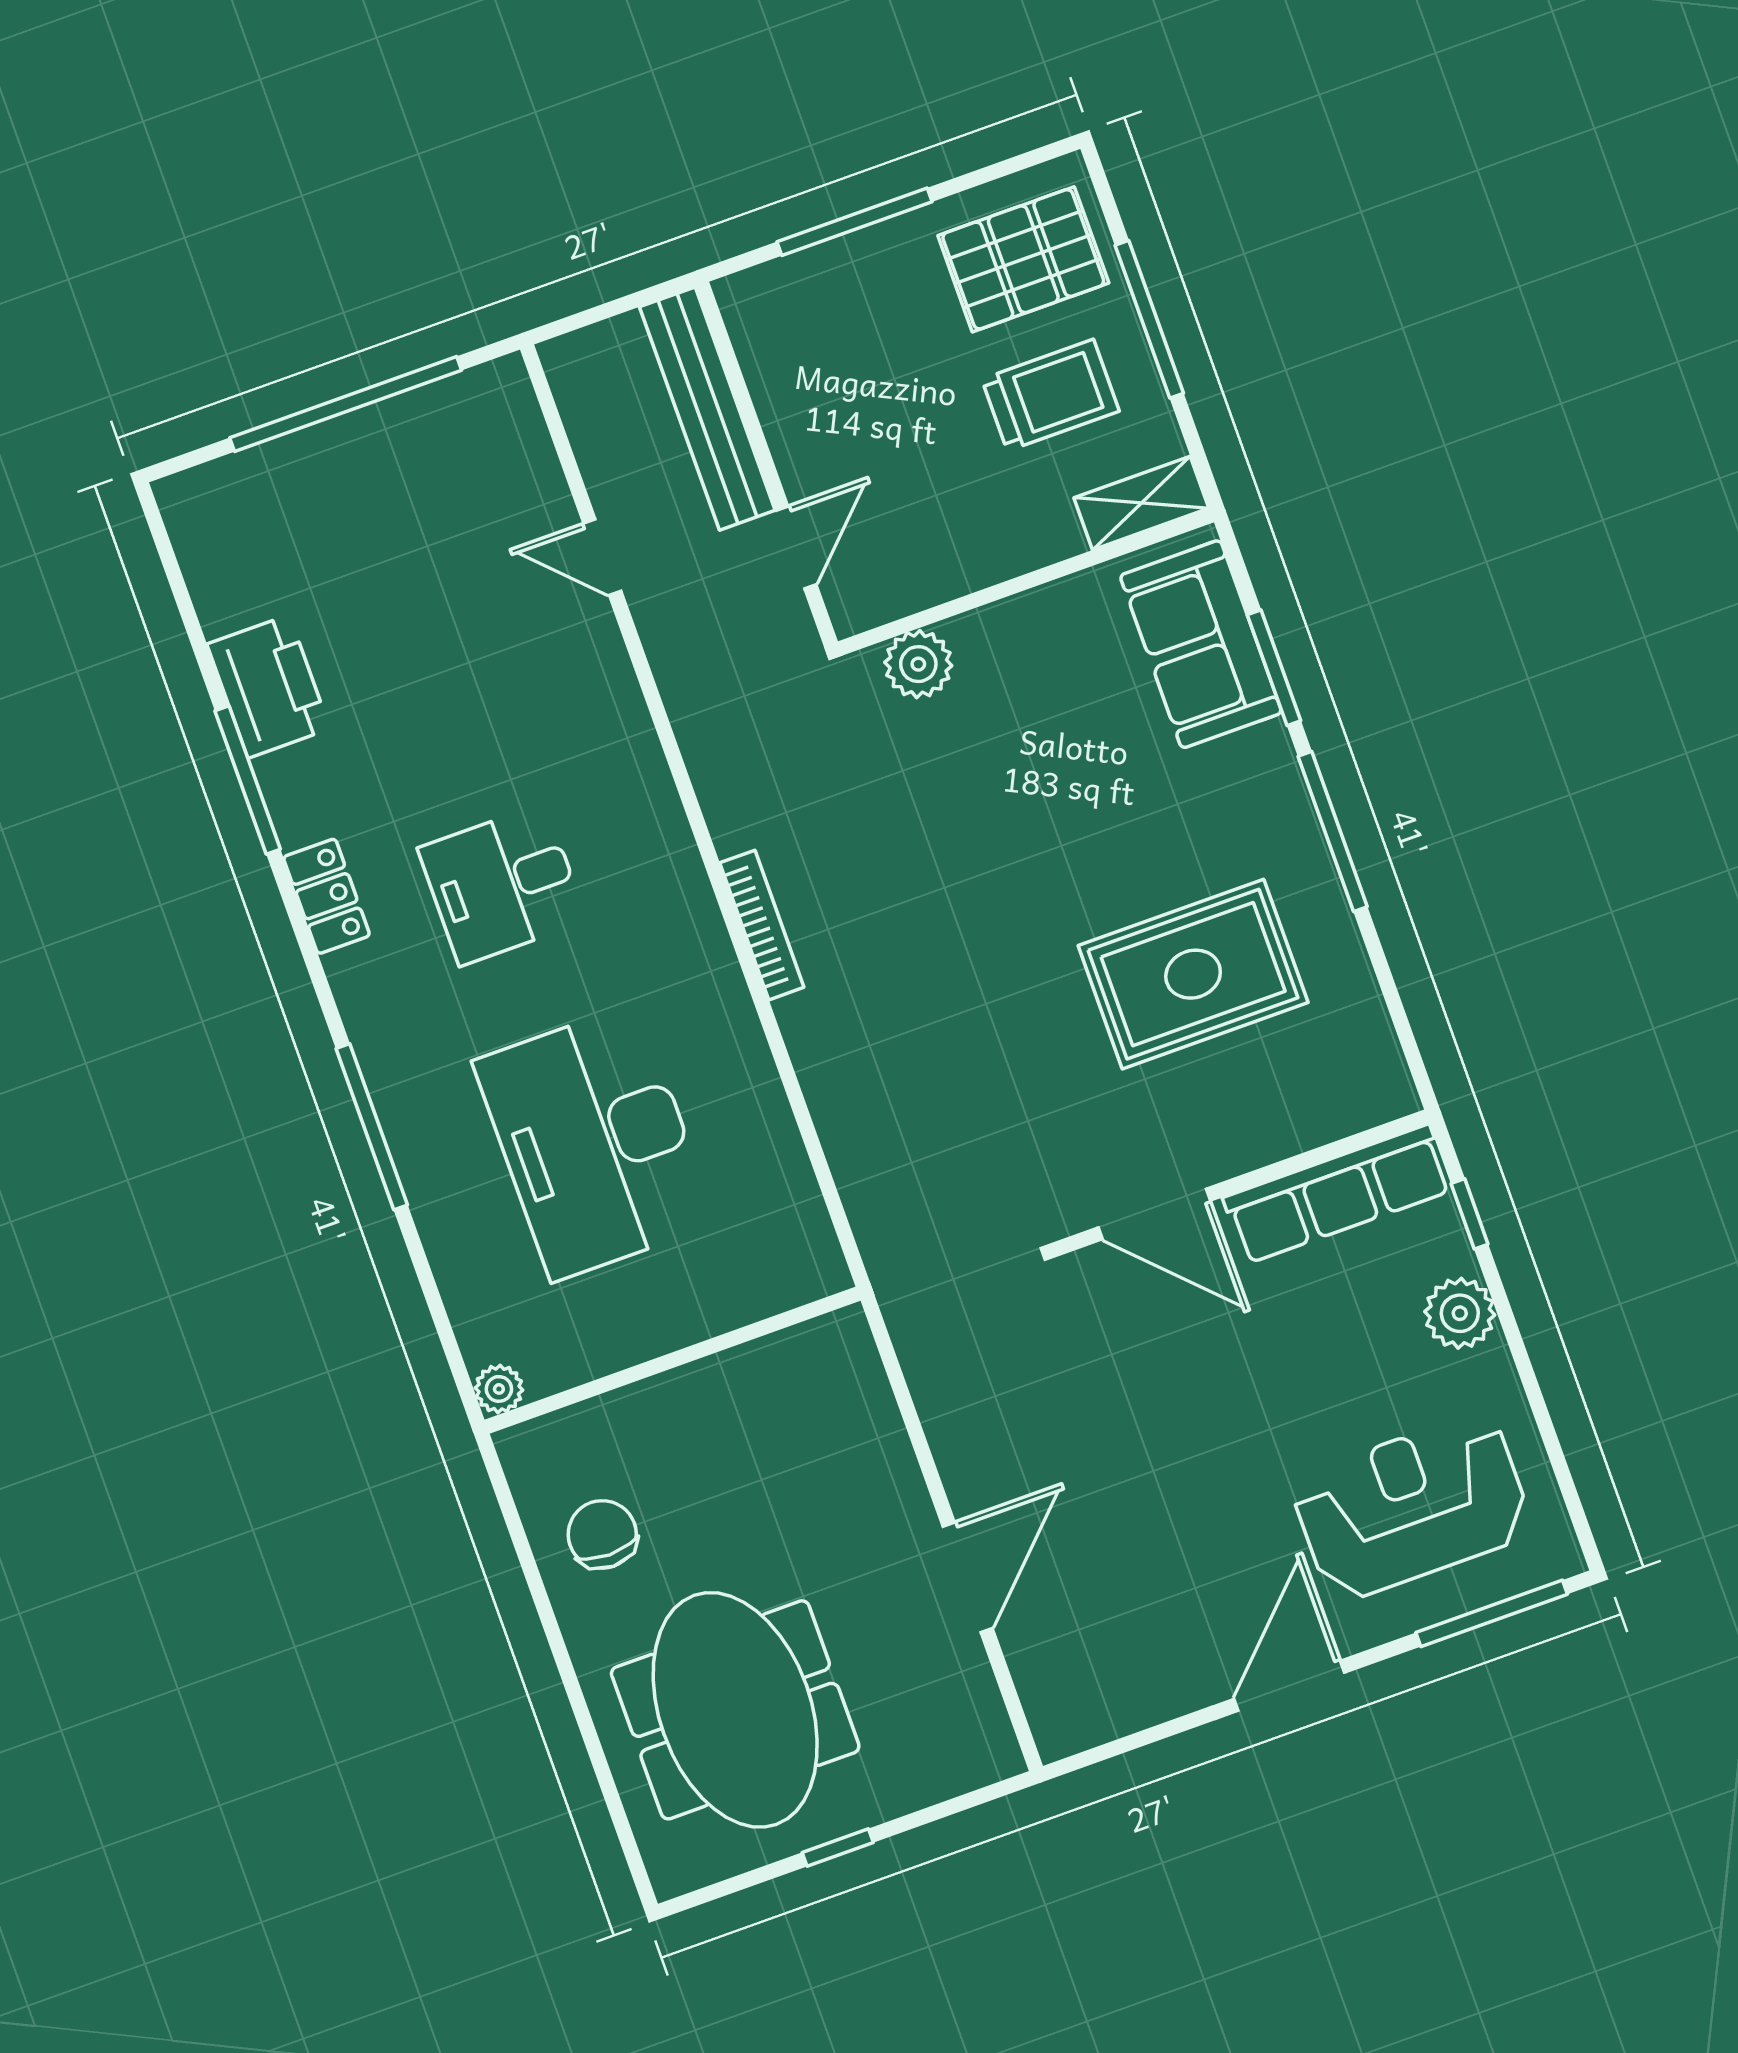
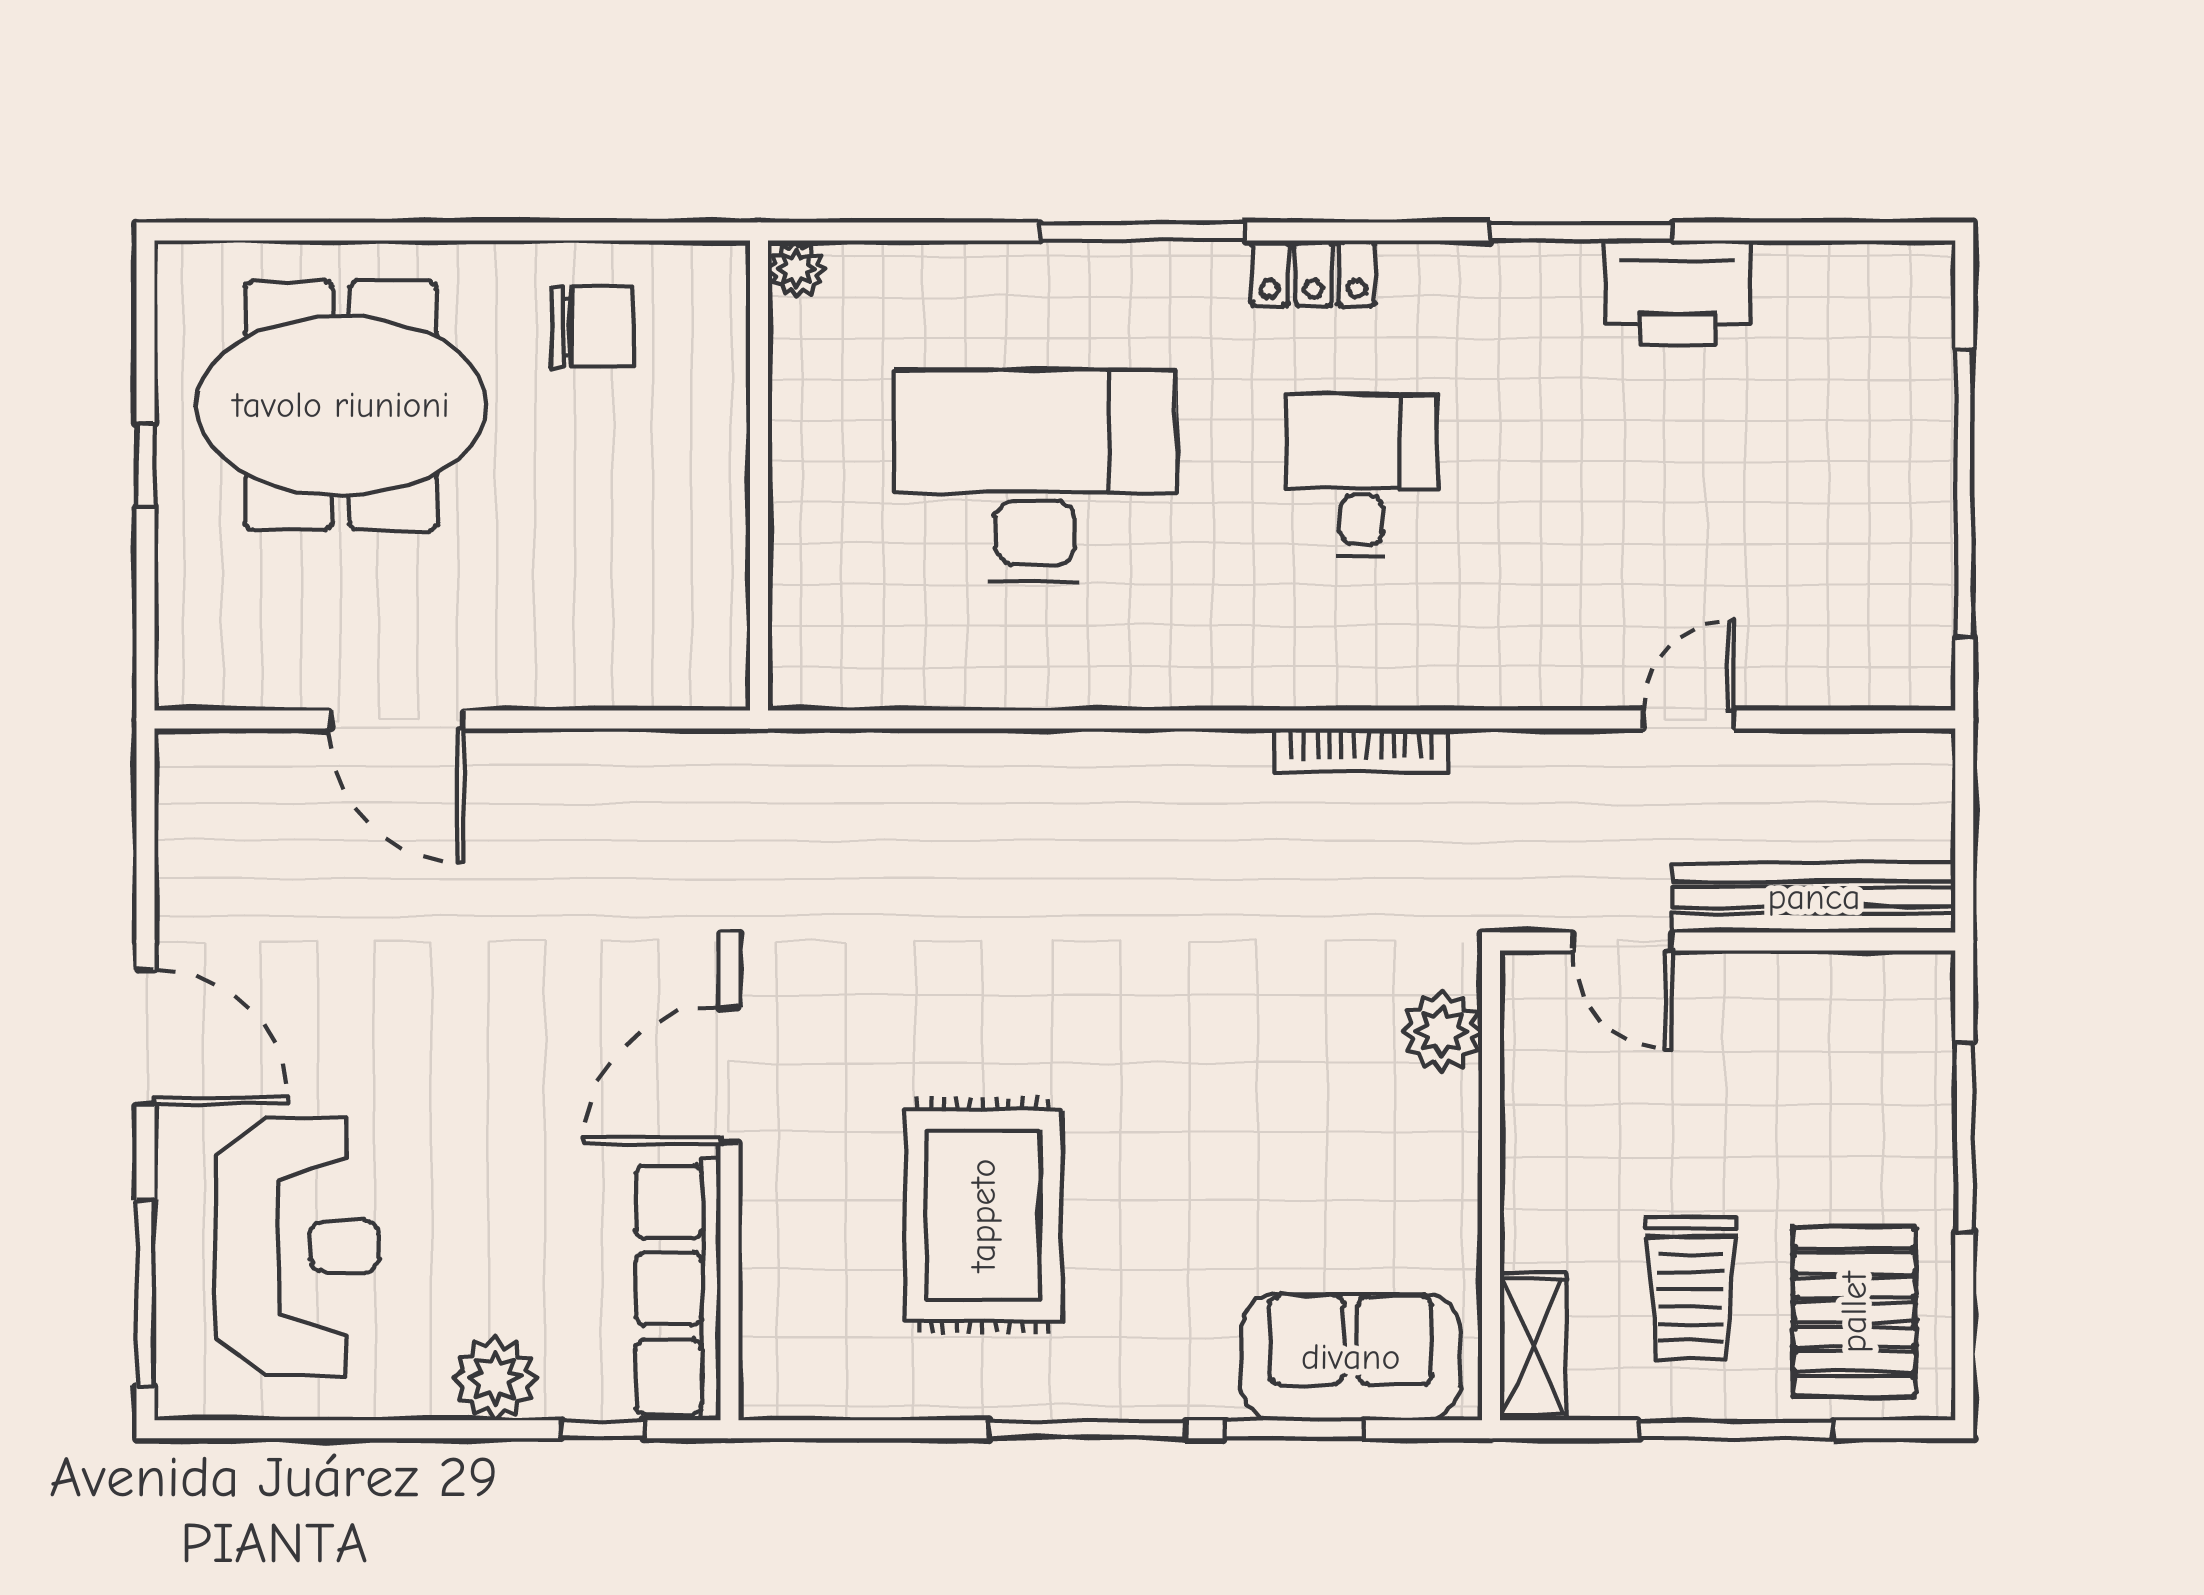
locker: (327, 896) -> (1313, 274), moved
bookcase: (762, 925) -> (1361, 751), moved

